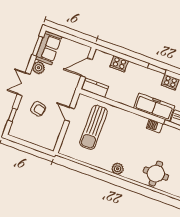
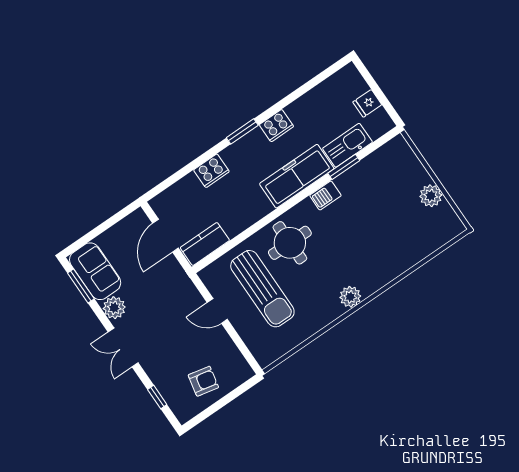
cooker: (119, 64) -> (211, 171), moved
armchair: (38, 109) -> (203, 381), moved
round table: (156, 174) -> (290, 243), moved

